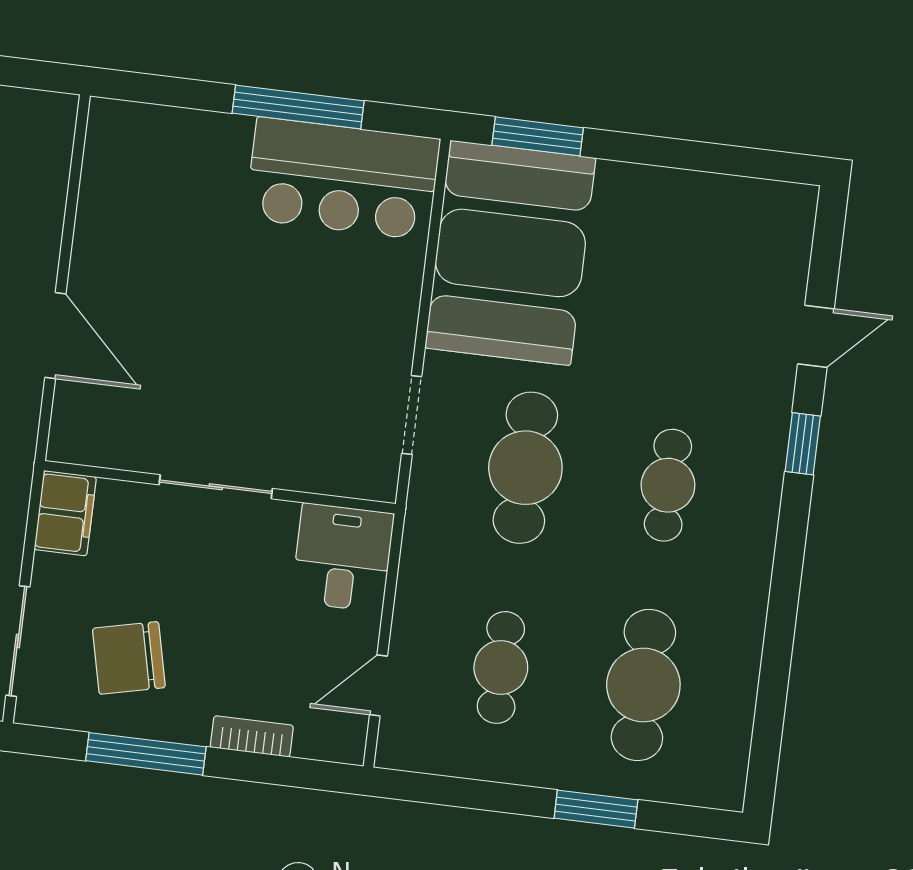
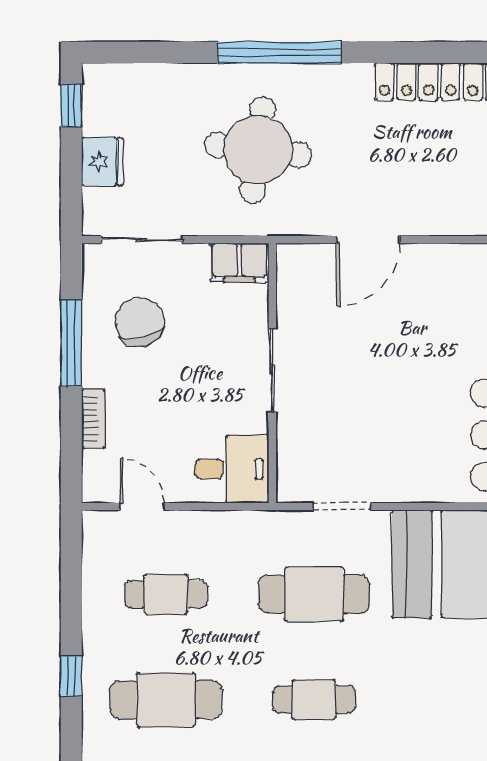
window: (596, 809) -> (71, 676), width x0.67

